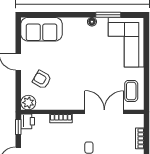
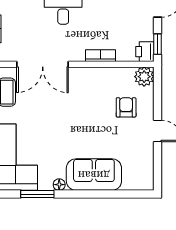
sofa: (41, 29) -> (94, 175), moved
armchair: (42, 80) -> (126, 107), turned -120

